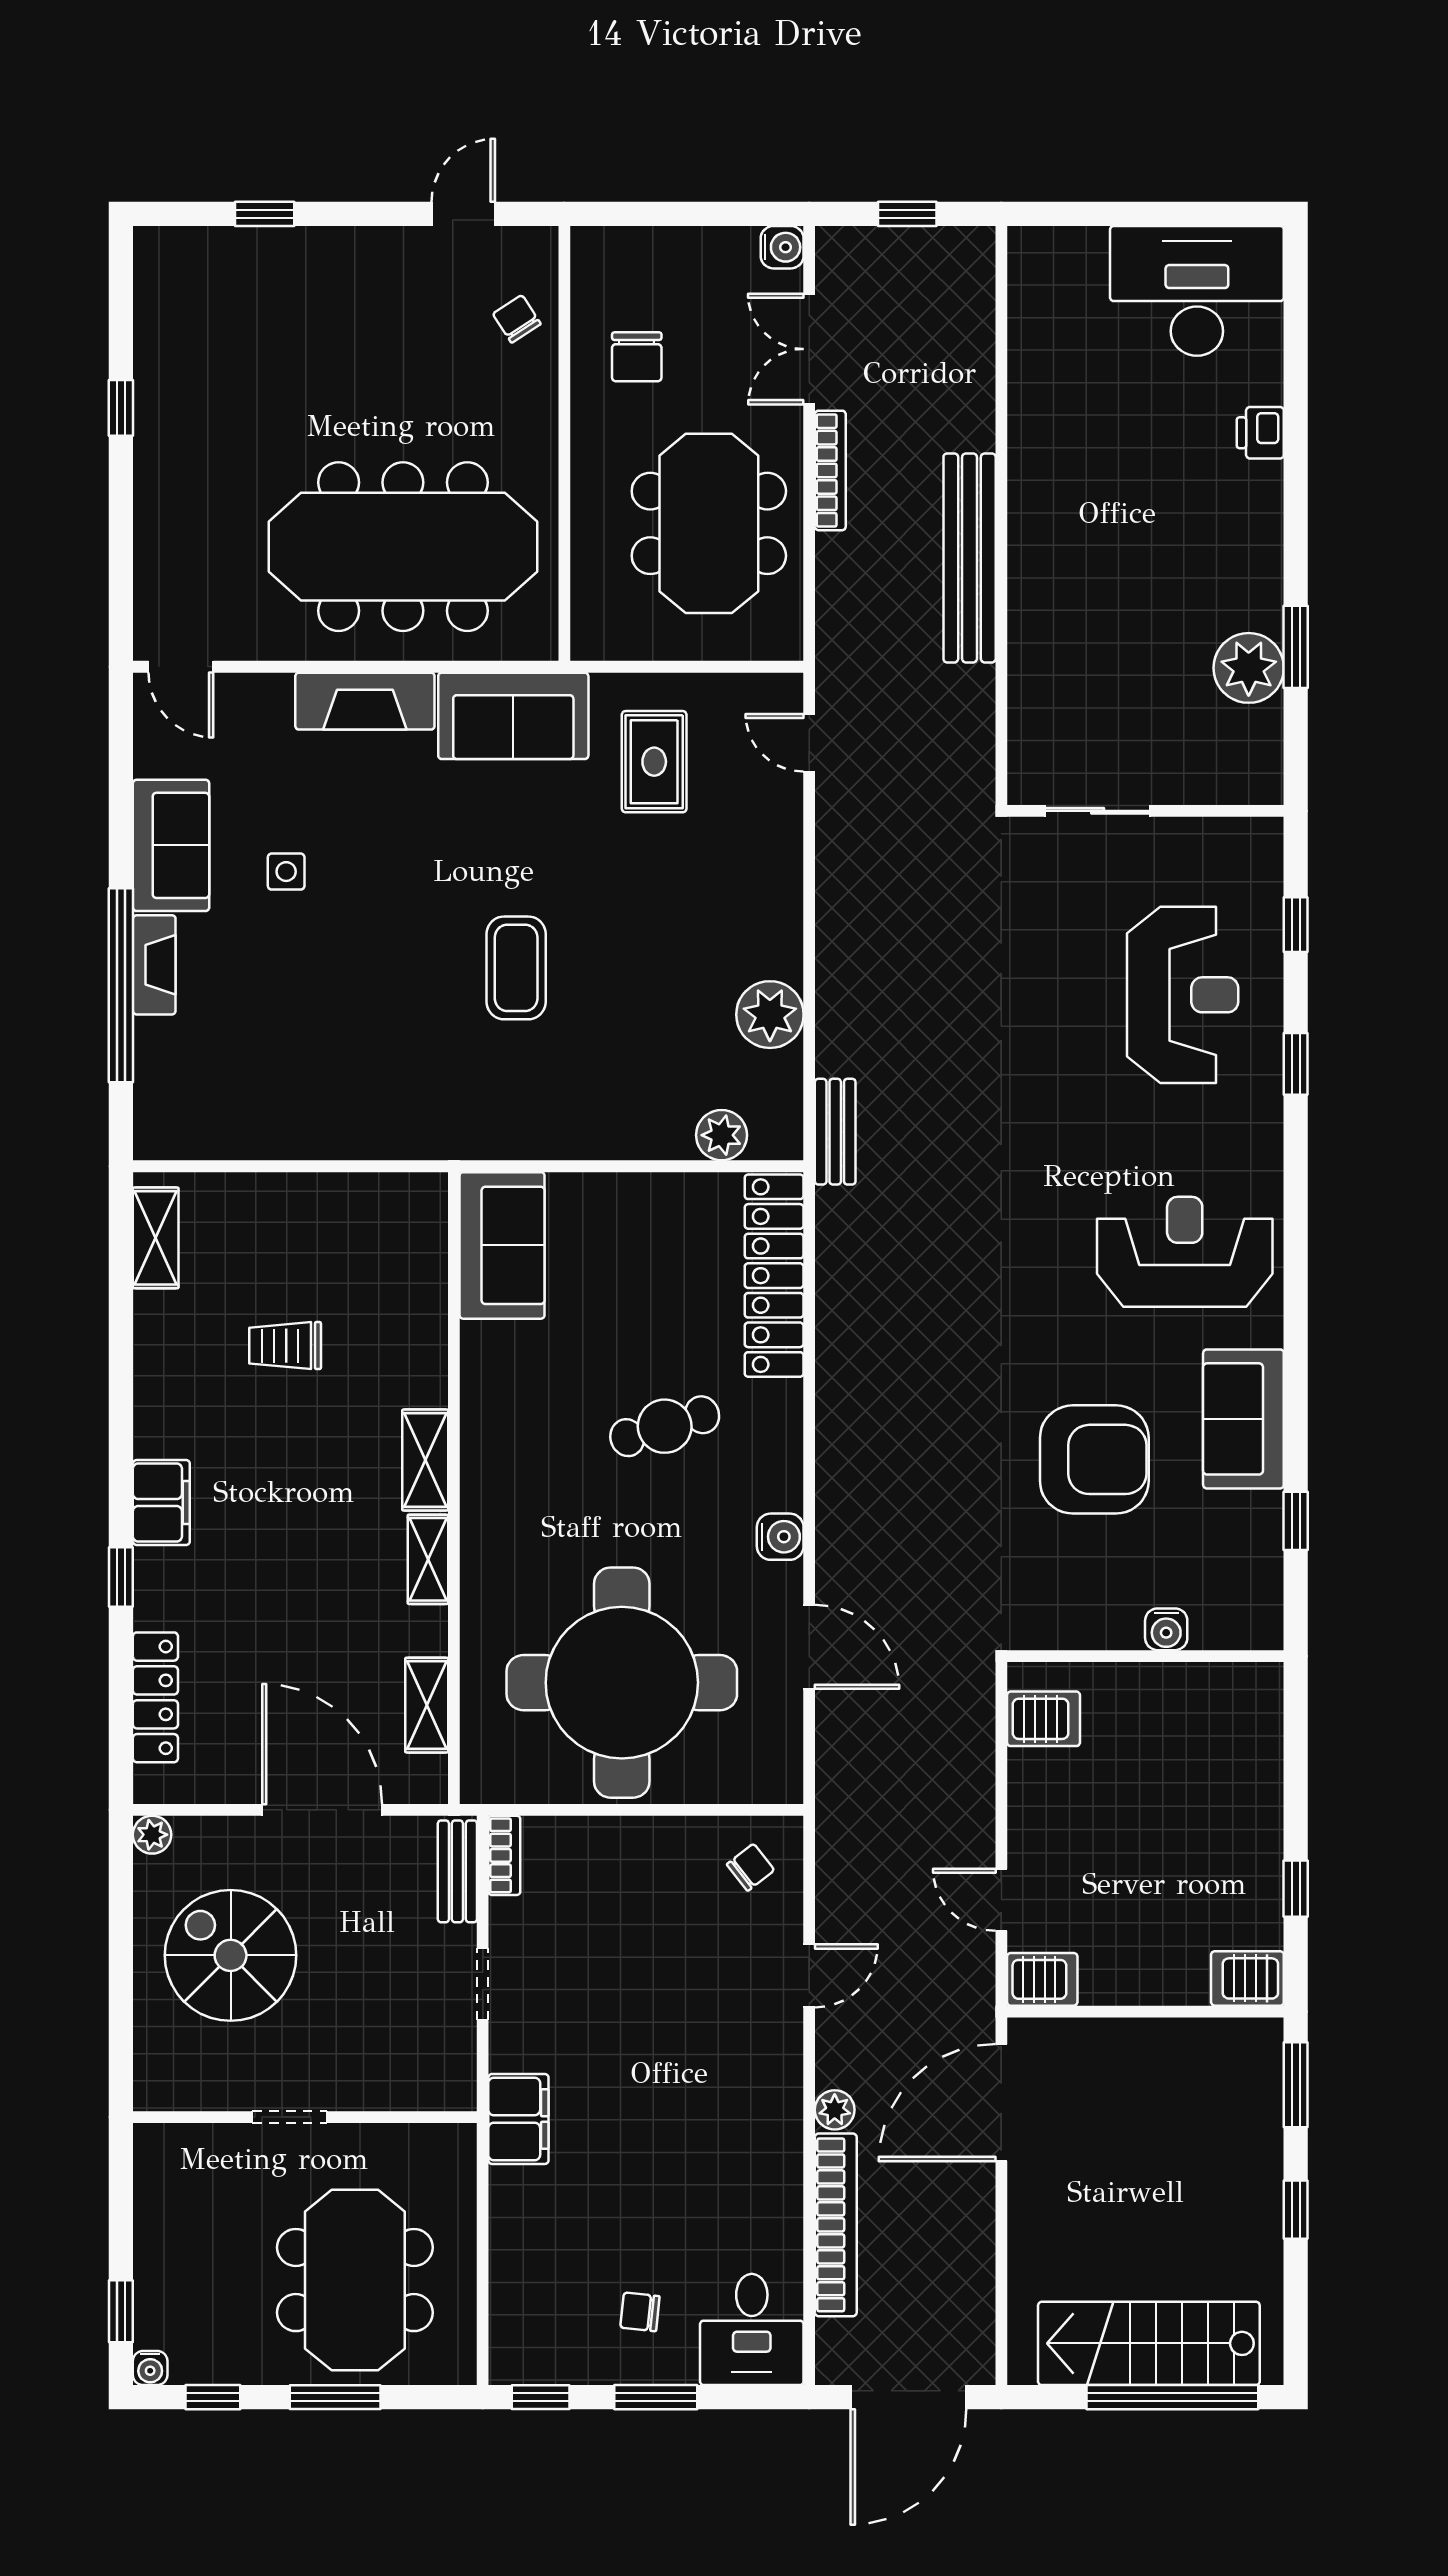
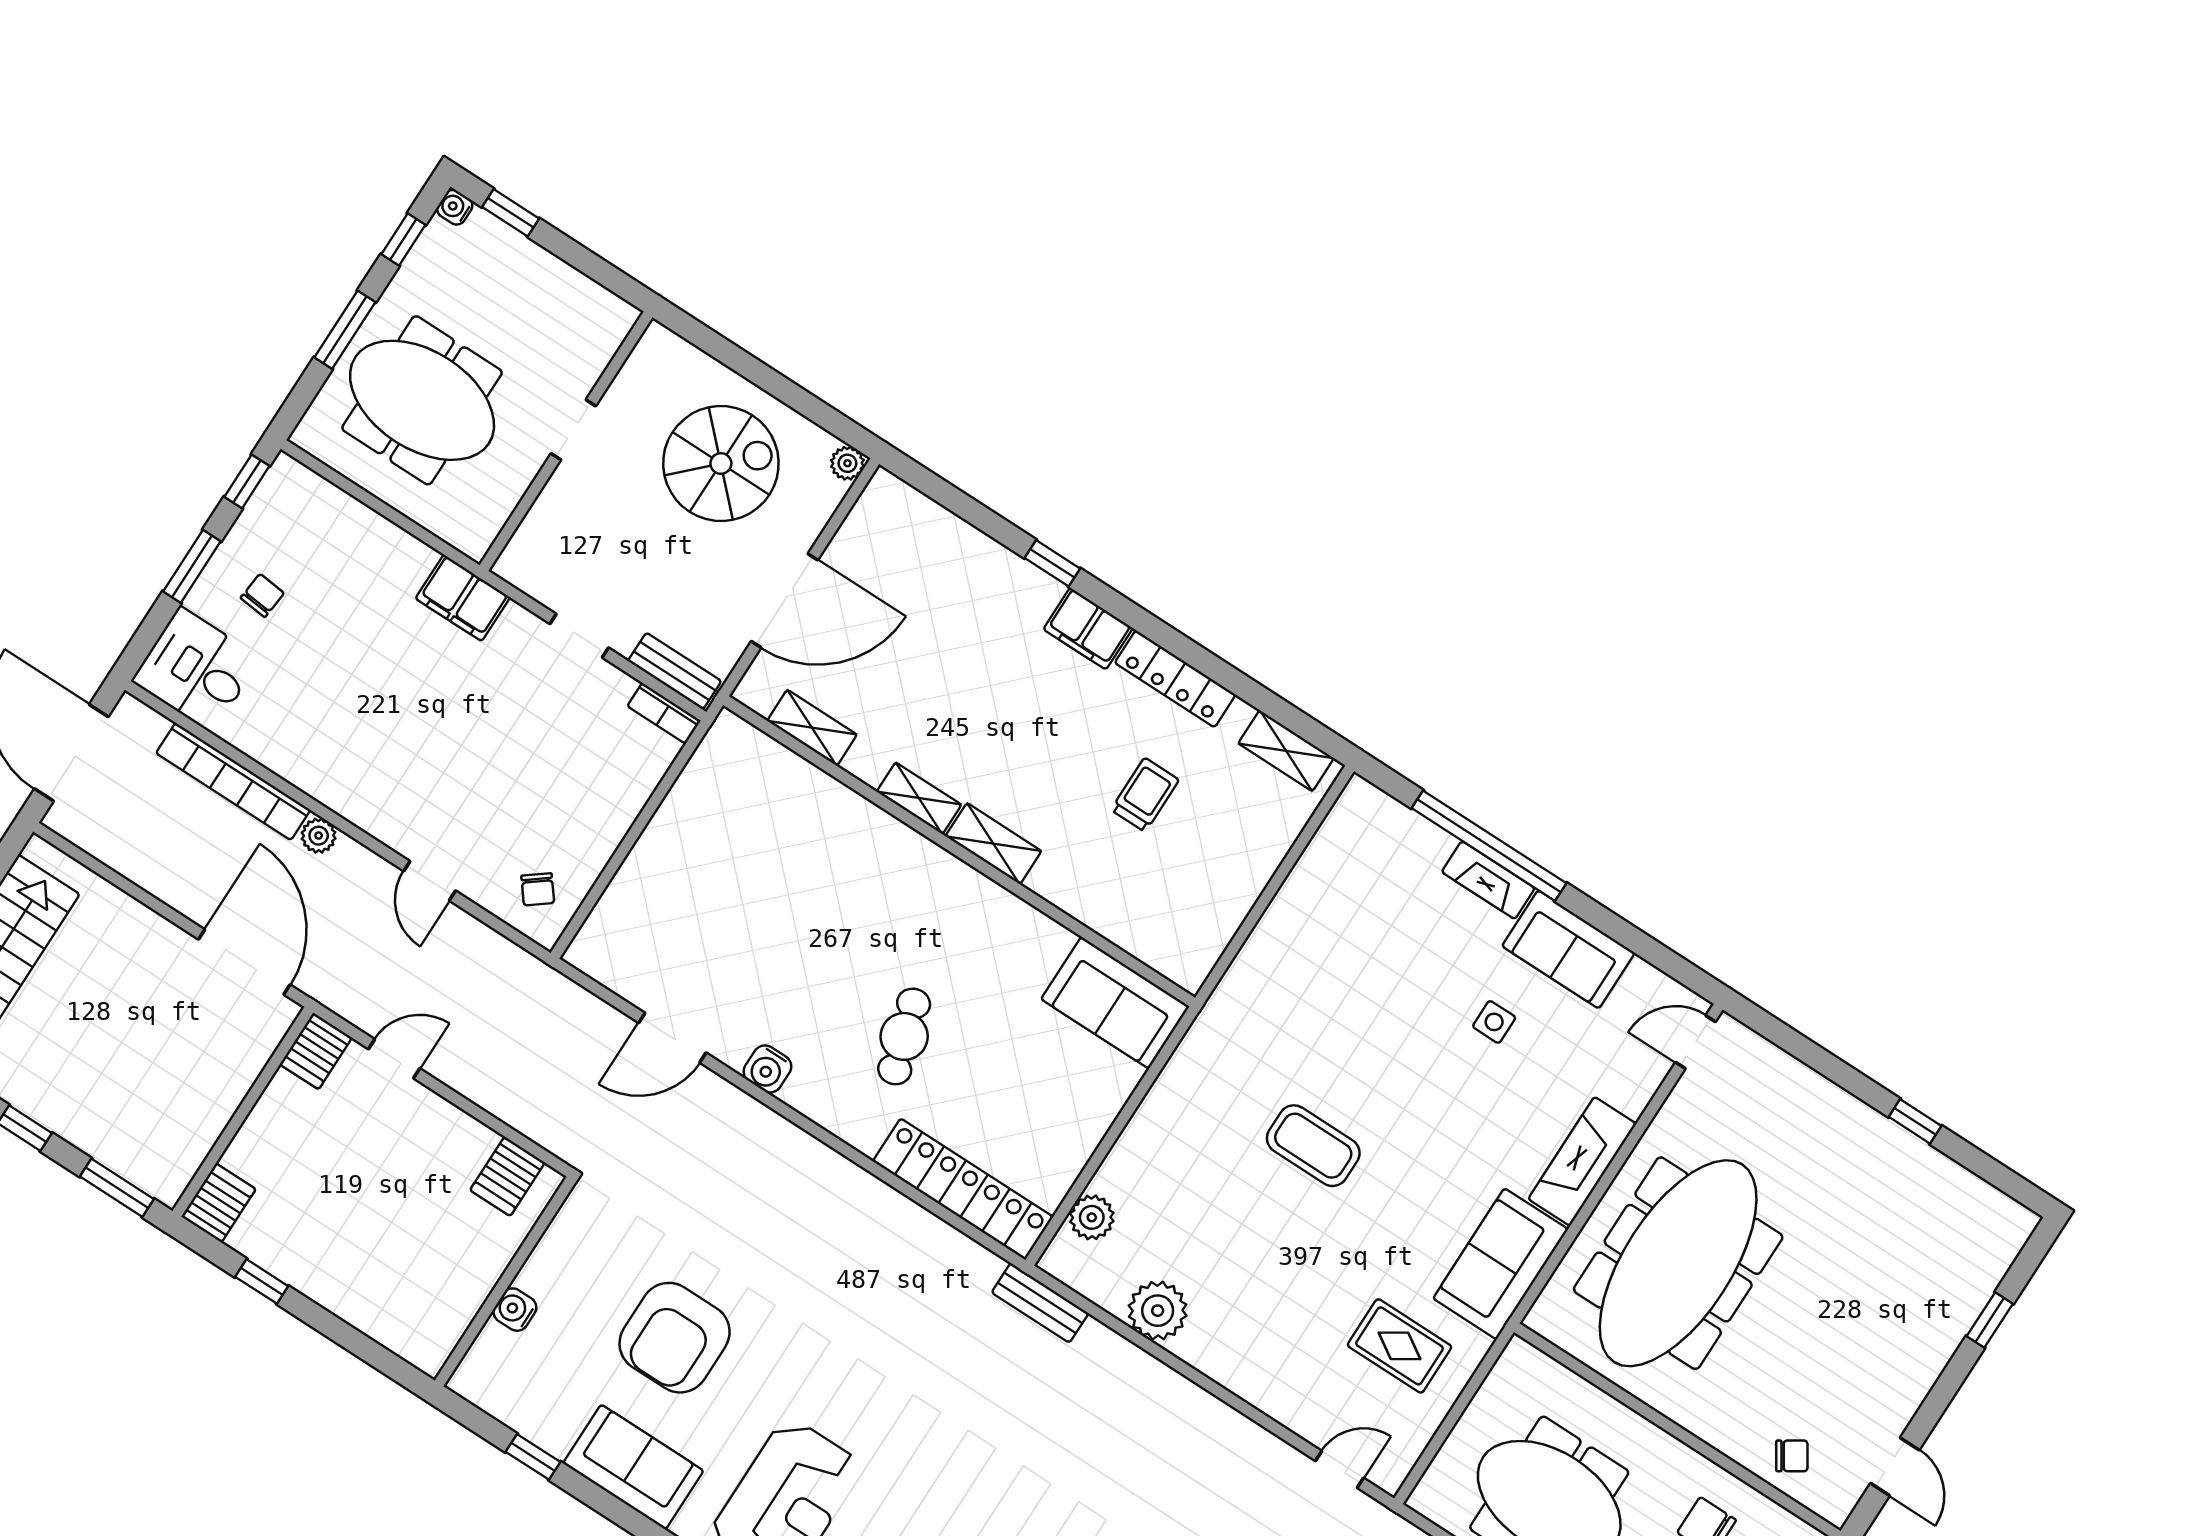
round table: (622, 1683) -> (735, 882), removed
locker: (155, 1697) -> (1175, 679), moved

